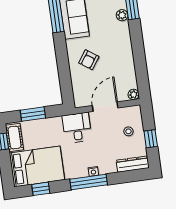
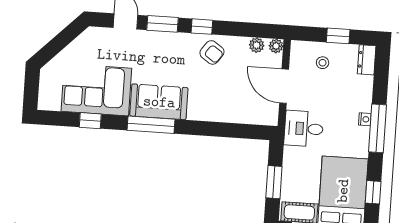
plant: (122, 15) -> (257, 45), moved
window: (136, 37) -> (202, 27), added
armchair: (89, 60) -> (212, 52), moved
dresser: (133, 164) -> (367, 60), width x0.70

